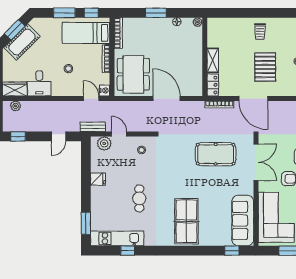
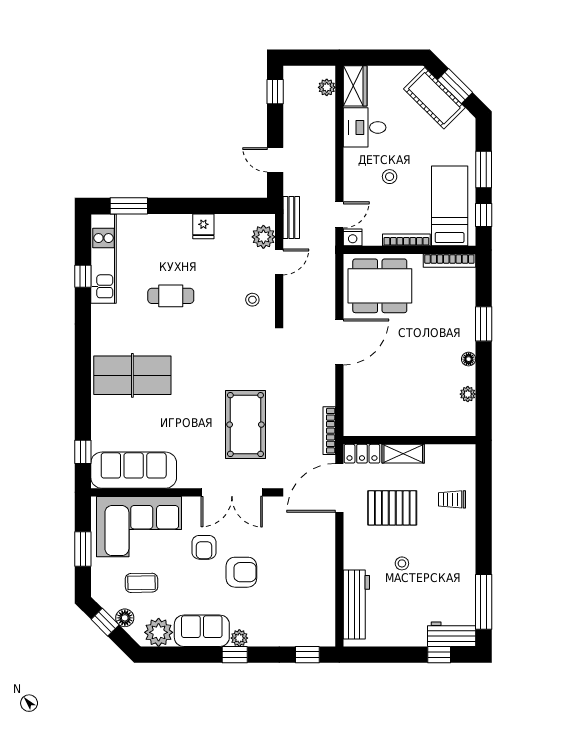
wall: (205, 57) -> (409, 440), moved
shelving: (213, 60) -> (403, 454), moved
locker: (213, 85) -> (362, 454), moved

